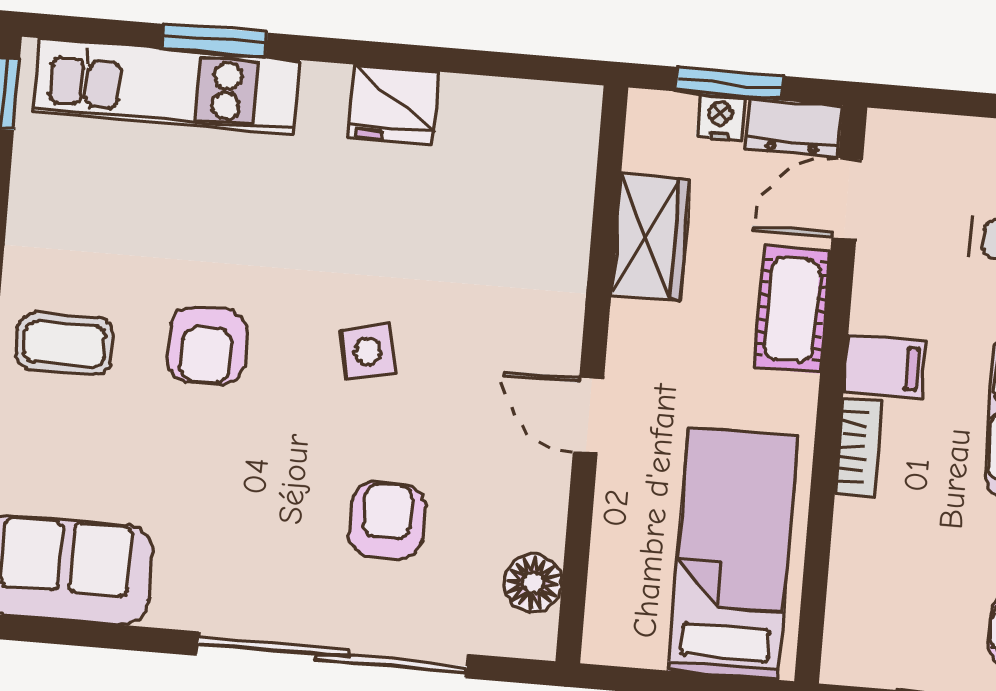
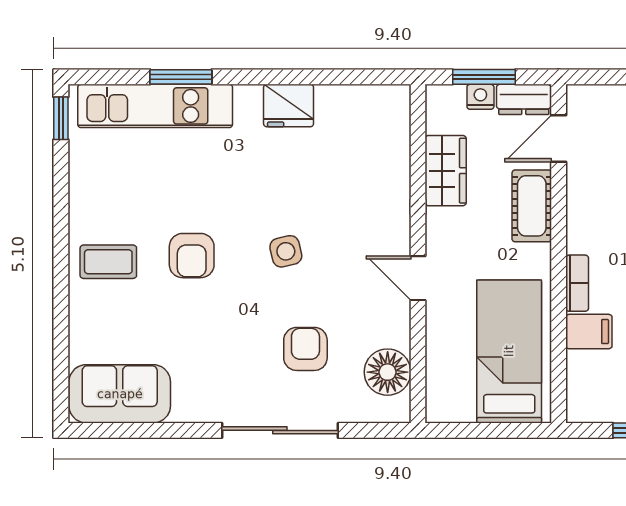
filing cabinet: (885, 367) -> (589, 332), moved
floor lamp: (533, 583) -> (388, 372), width x1.38, depth x1.38
sliding door: (332, 655) -> (280, 430), width x0.73

